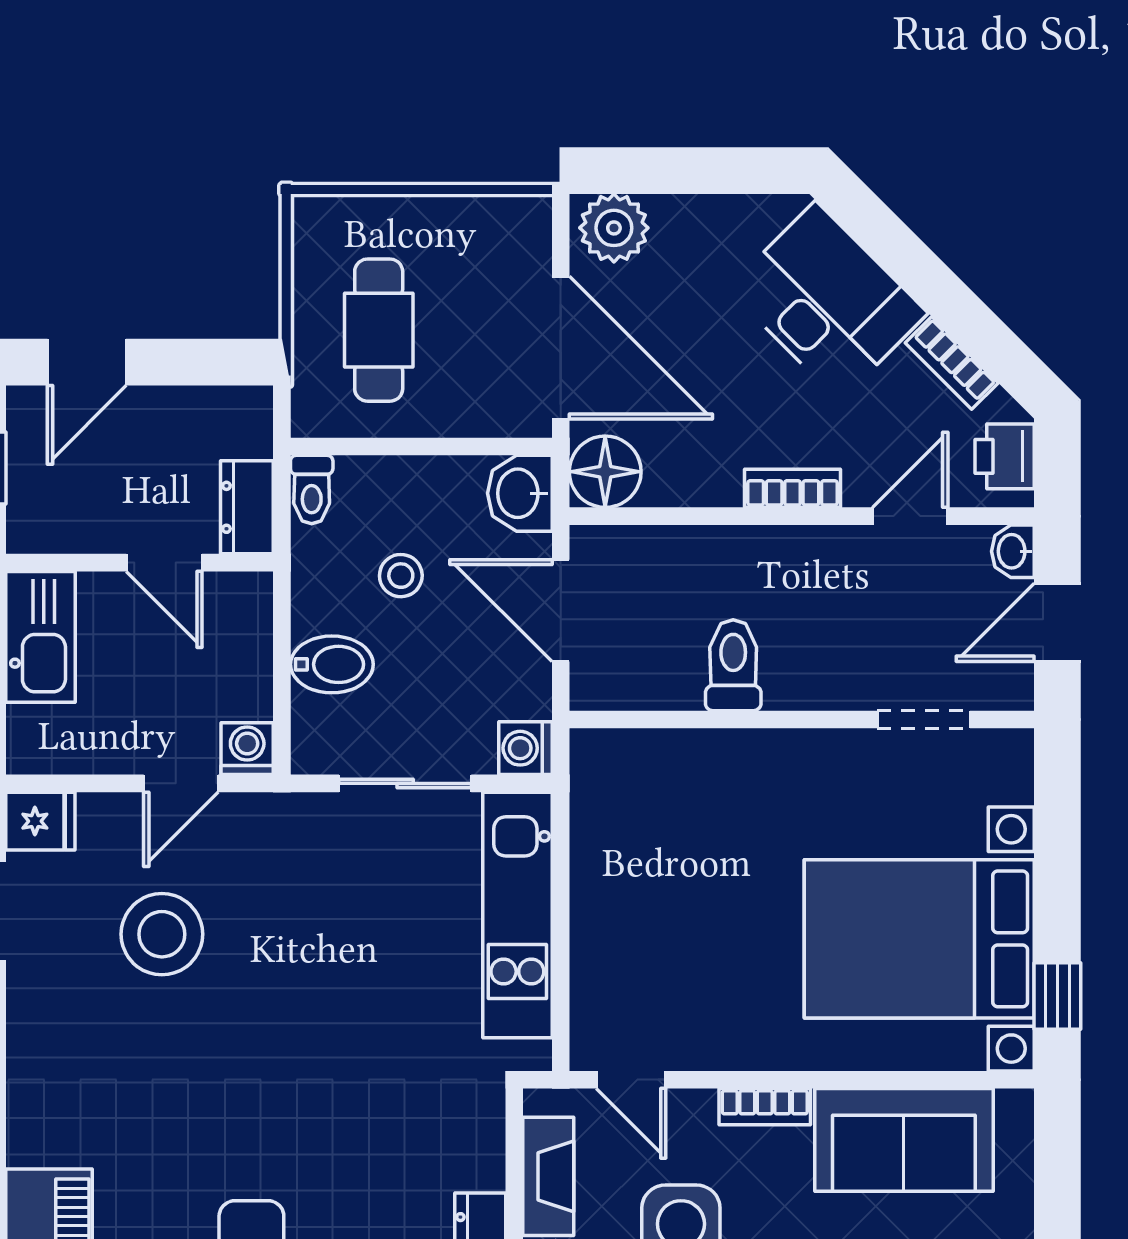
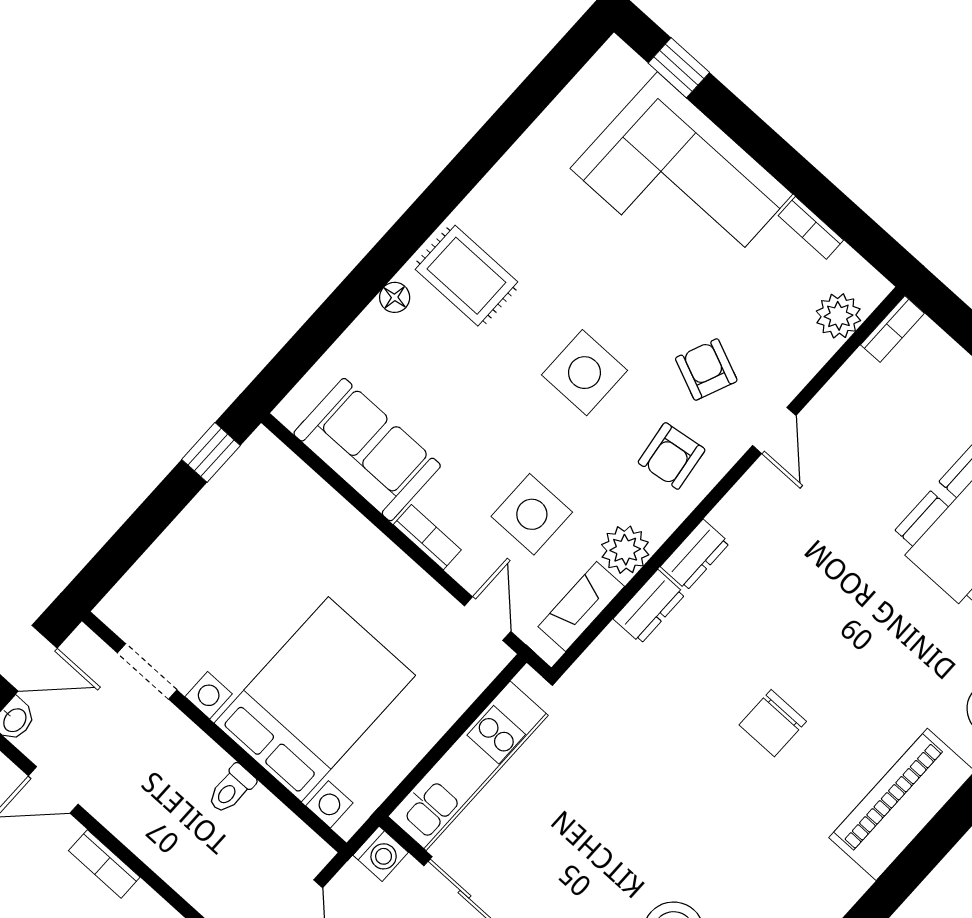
toilet: (733, 665) -> (231, 789), width x0.73, depth x0.72
bed with nightstands: (919, 939) -> (315, 699), moved, turned -90

